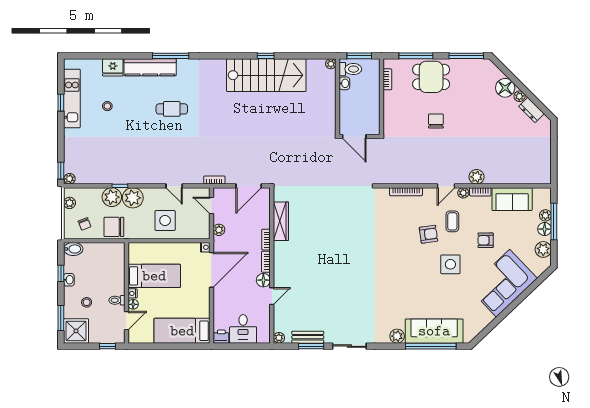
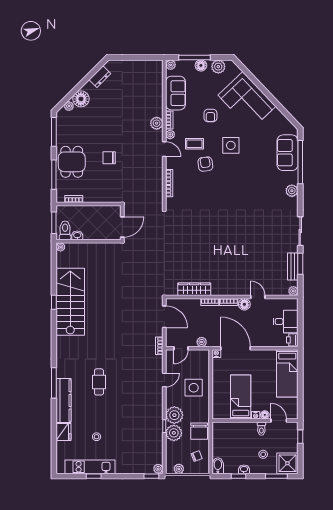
plant: (519, 96) -> (69, 106), moved
plant: (545, 215) -> (171, 65), moved
sofa: (434, 331) -> (288, 153), width x0.73

